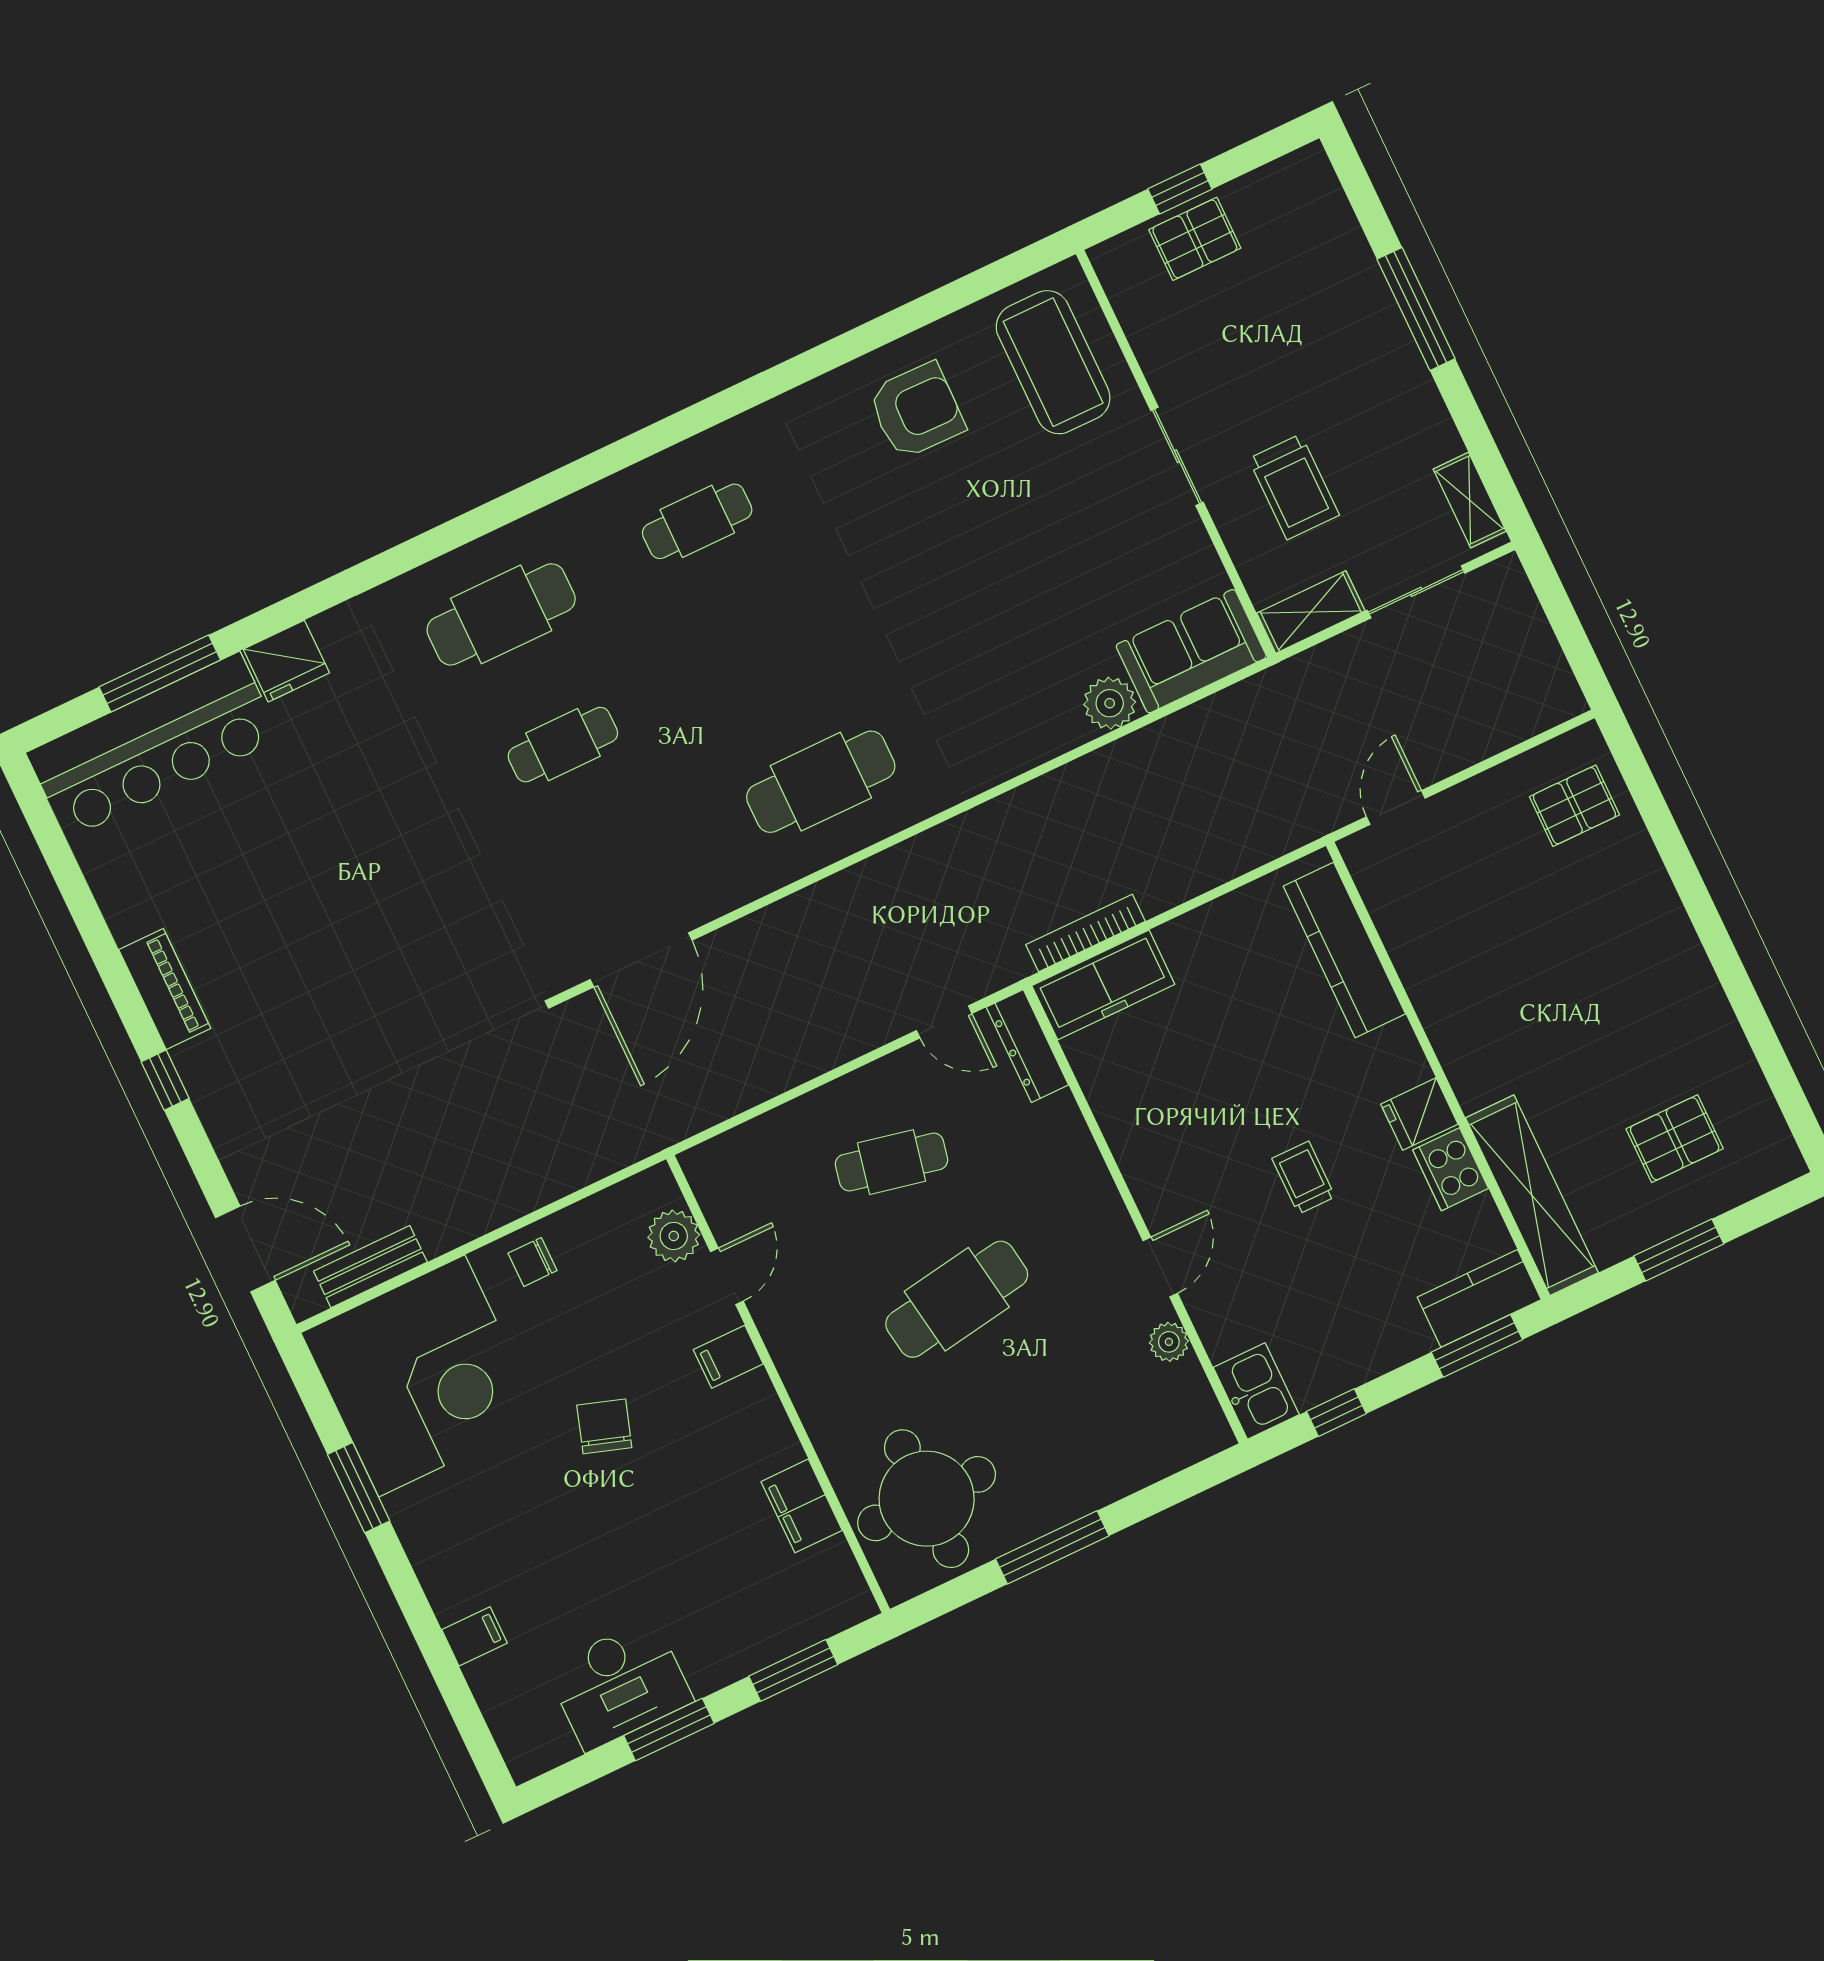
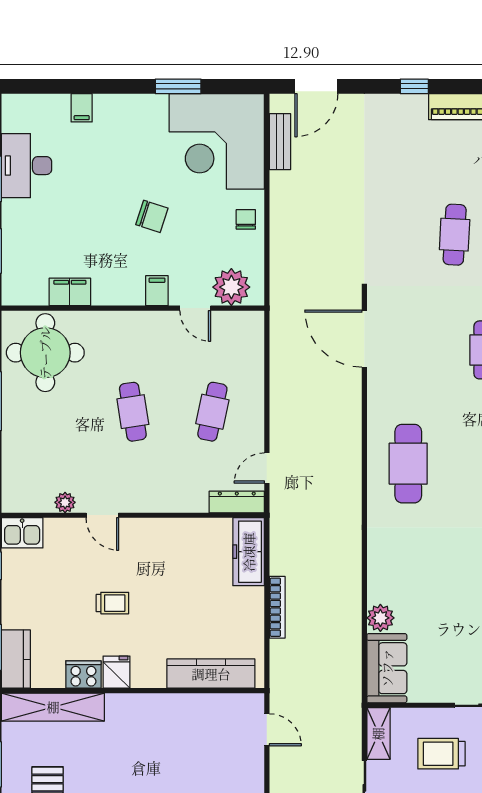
cafe table: (388, 889) -> (455, 235), added
bookcase: (1085, 933) -> (277, 607), moved
plant: (674, 1236) -> (231, 287), width x1.36, depth x1.36
cafe table: (957, 1299) -> (133, 412), width x0.73, depth x0.74

